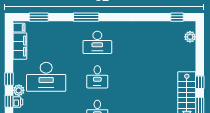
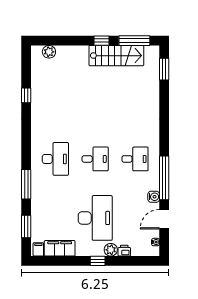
window: (86, 17) -> (26, 184), moved
window: (177, 17) -> (26, 95), moved
window: (9, 101) -> (123, 261), removed

